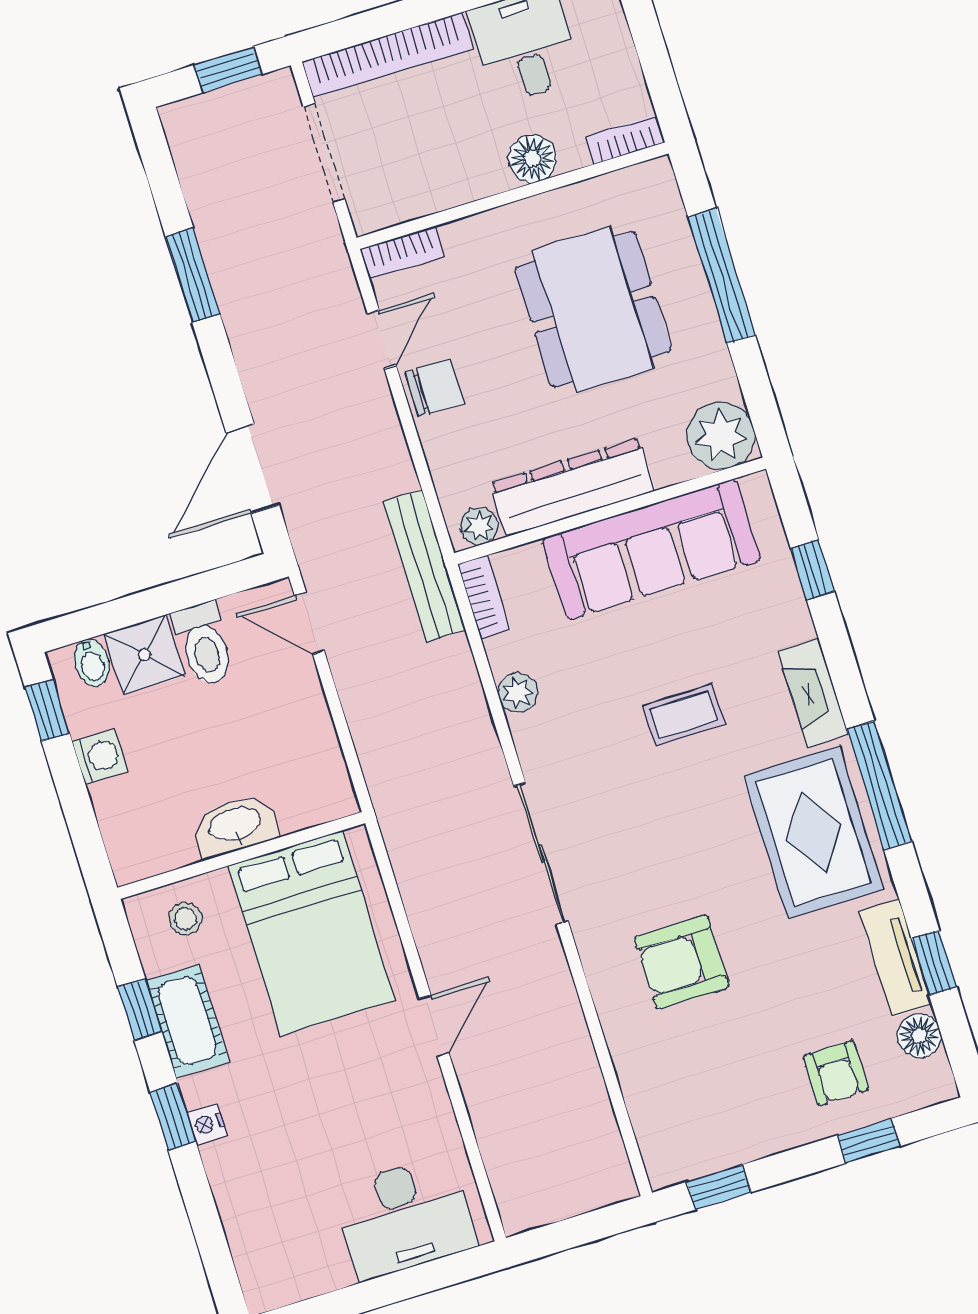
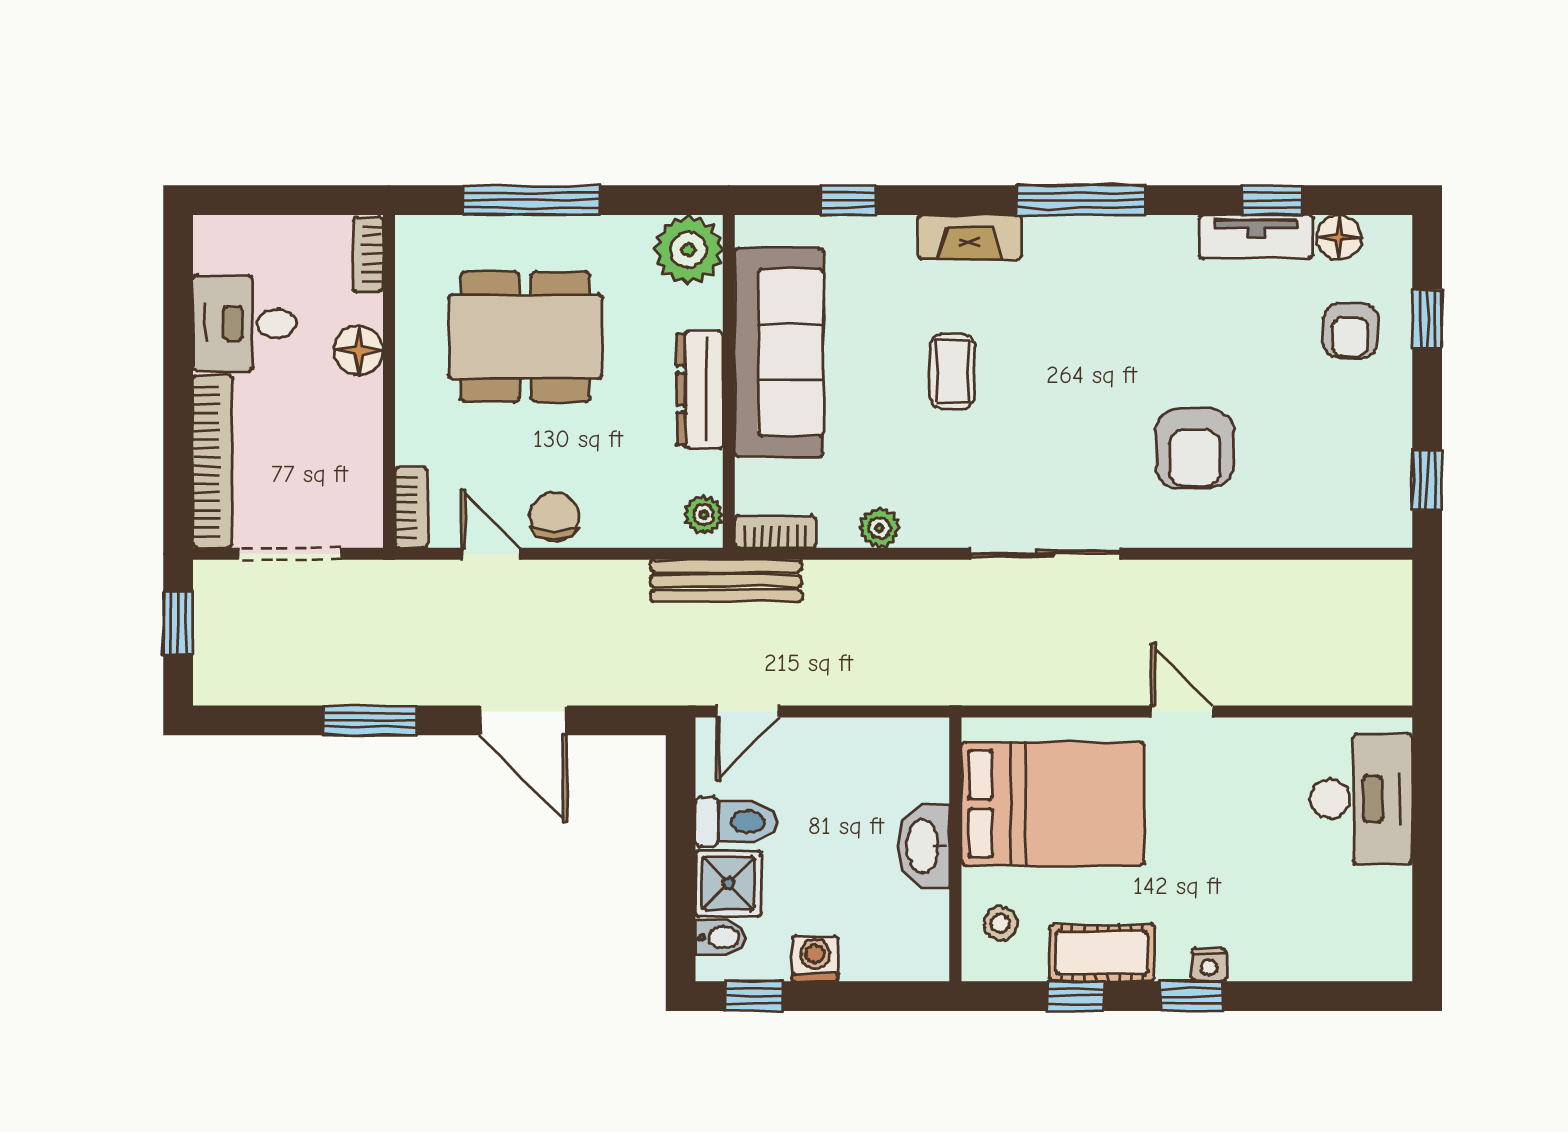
door: (253, 469) -> (523, 720), moved
dresser: (573, 487) -> (700, 390), width x0.73, depth x0.80
rug: (813, 832) -> (1107, 279), removed
armchair: (836, 1073) -> (1350, 331), turned 90

